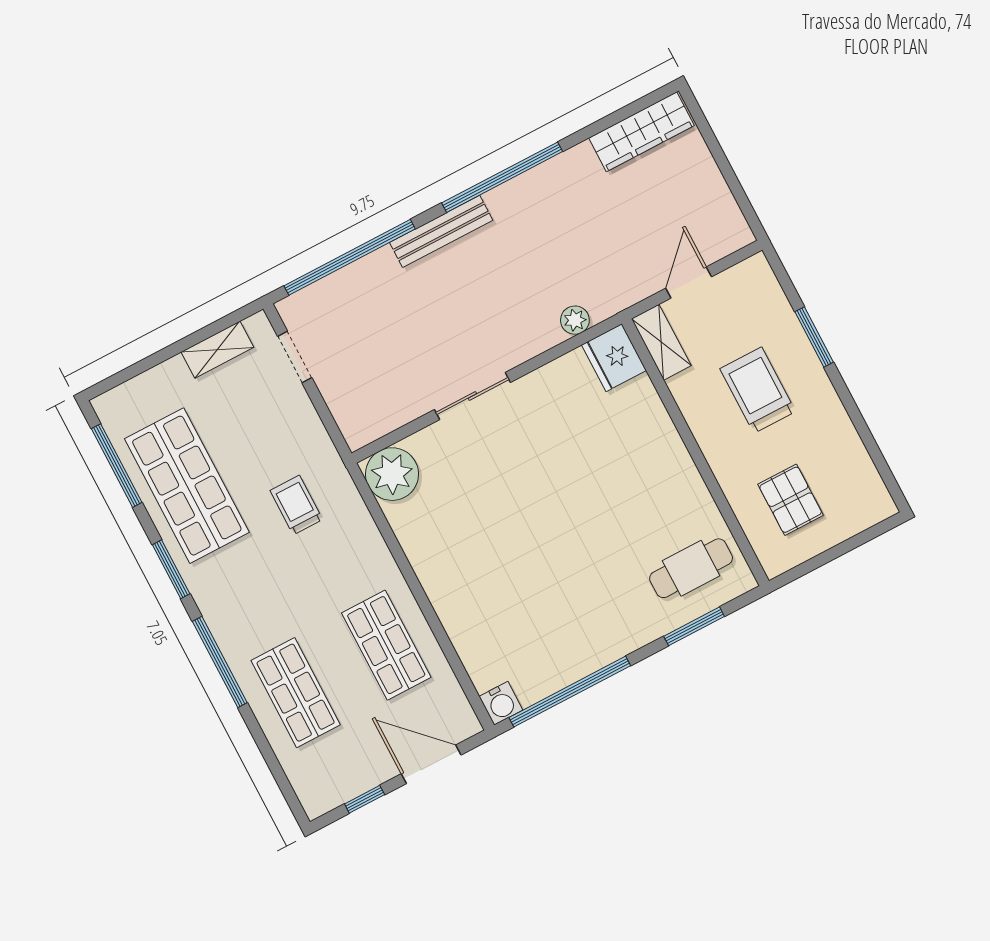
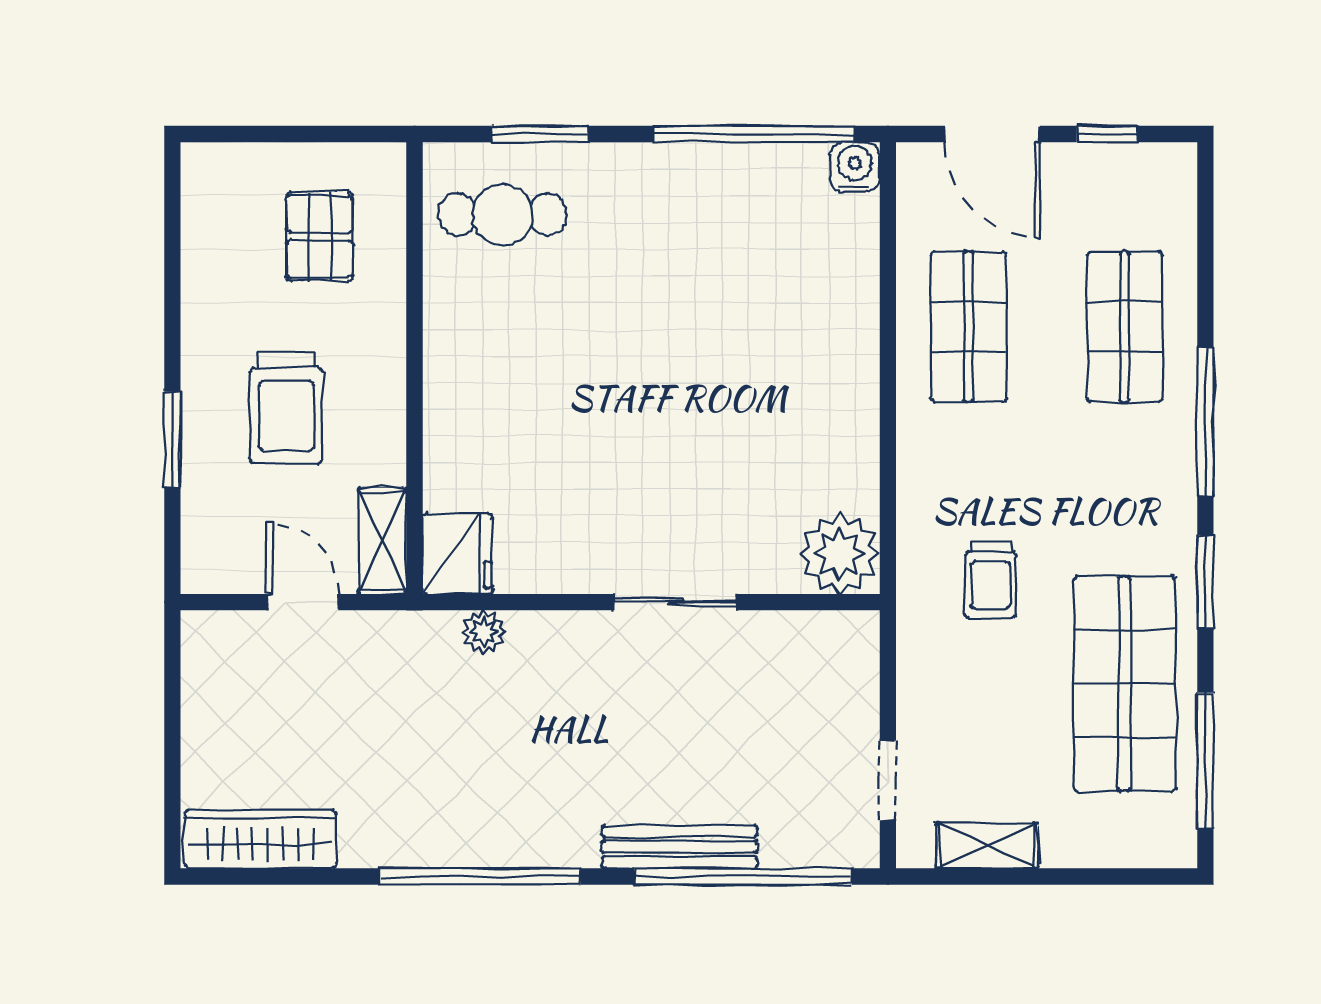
bench: (441, 231) -> (679, 847), moved
door: (689, 282) -> (303, 602), swing flipped

